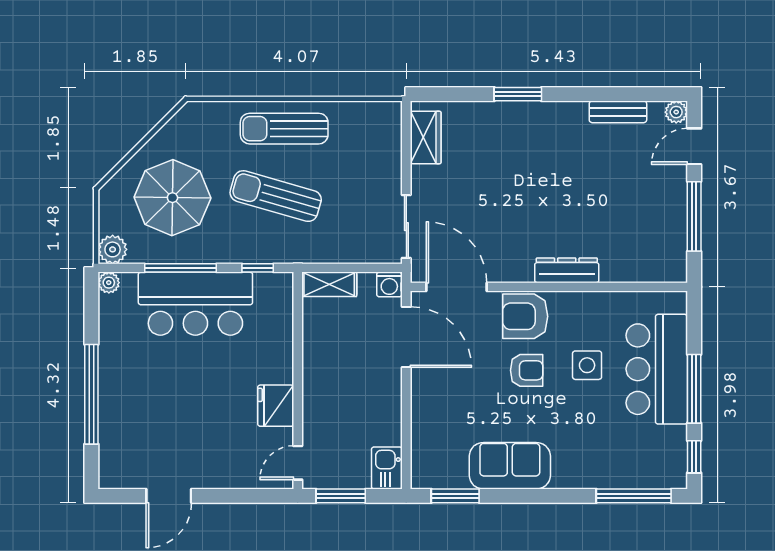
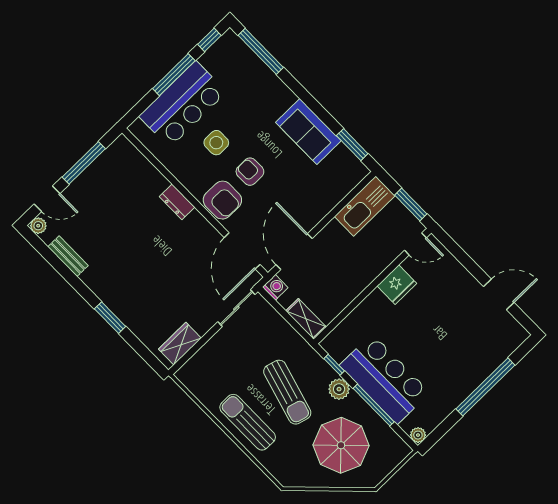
sun lounger: (284, 129) -> (248, 422), turned 180
plant: (113, 249) -> (339, 389), moved
dresser: (567, 270) -> (177, 202), width x0.70
kitchen sink: (387, 468) -> (365, 206), width x1.88, depth x1.24

